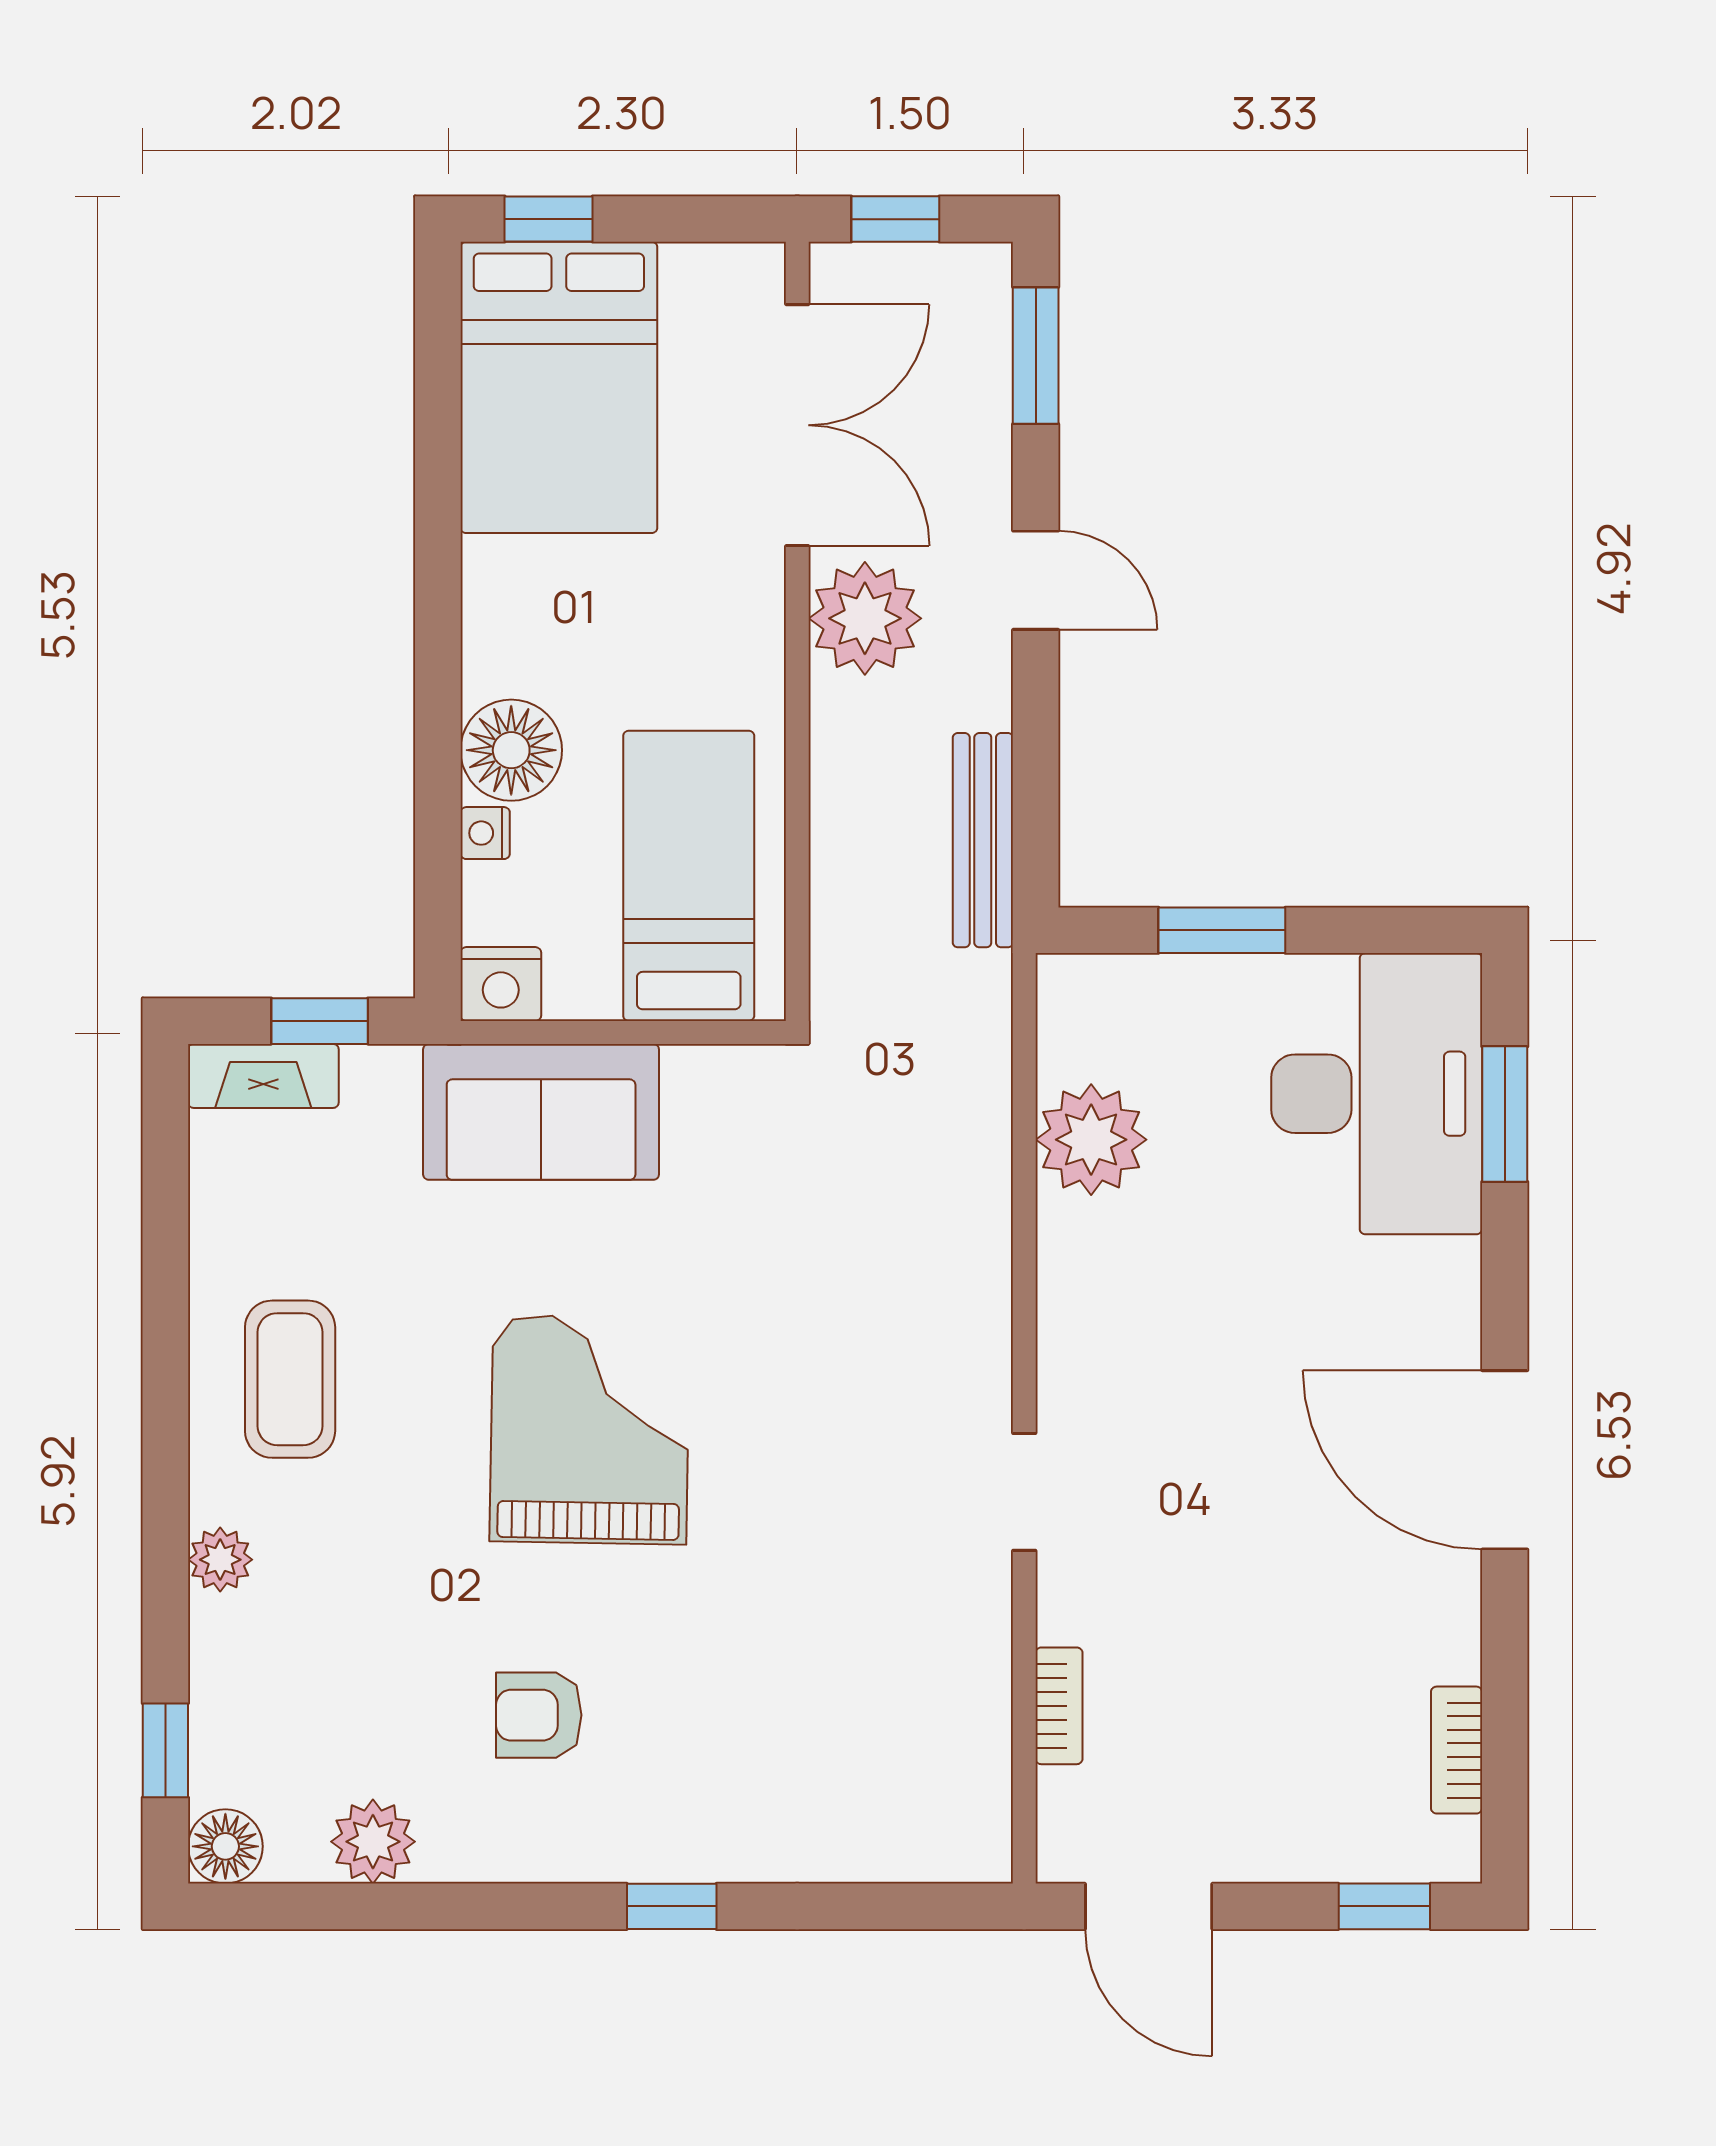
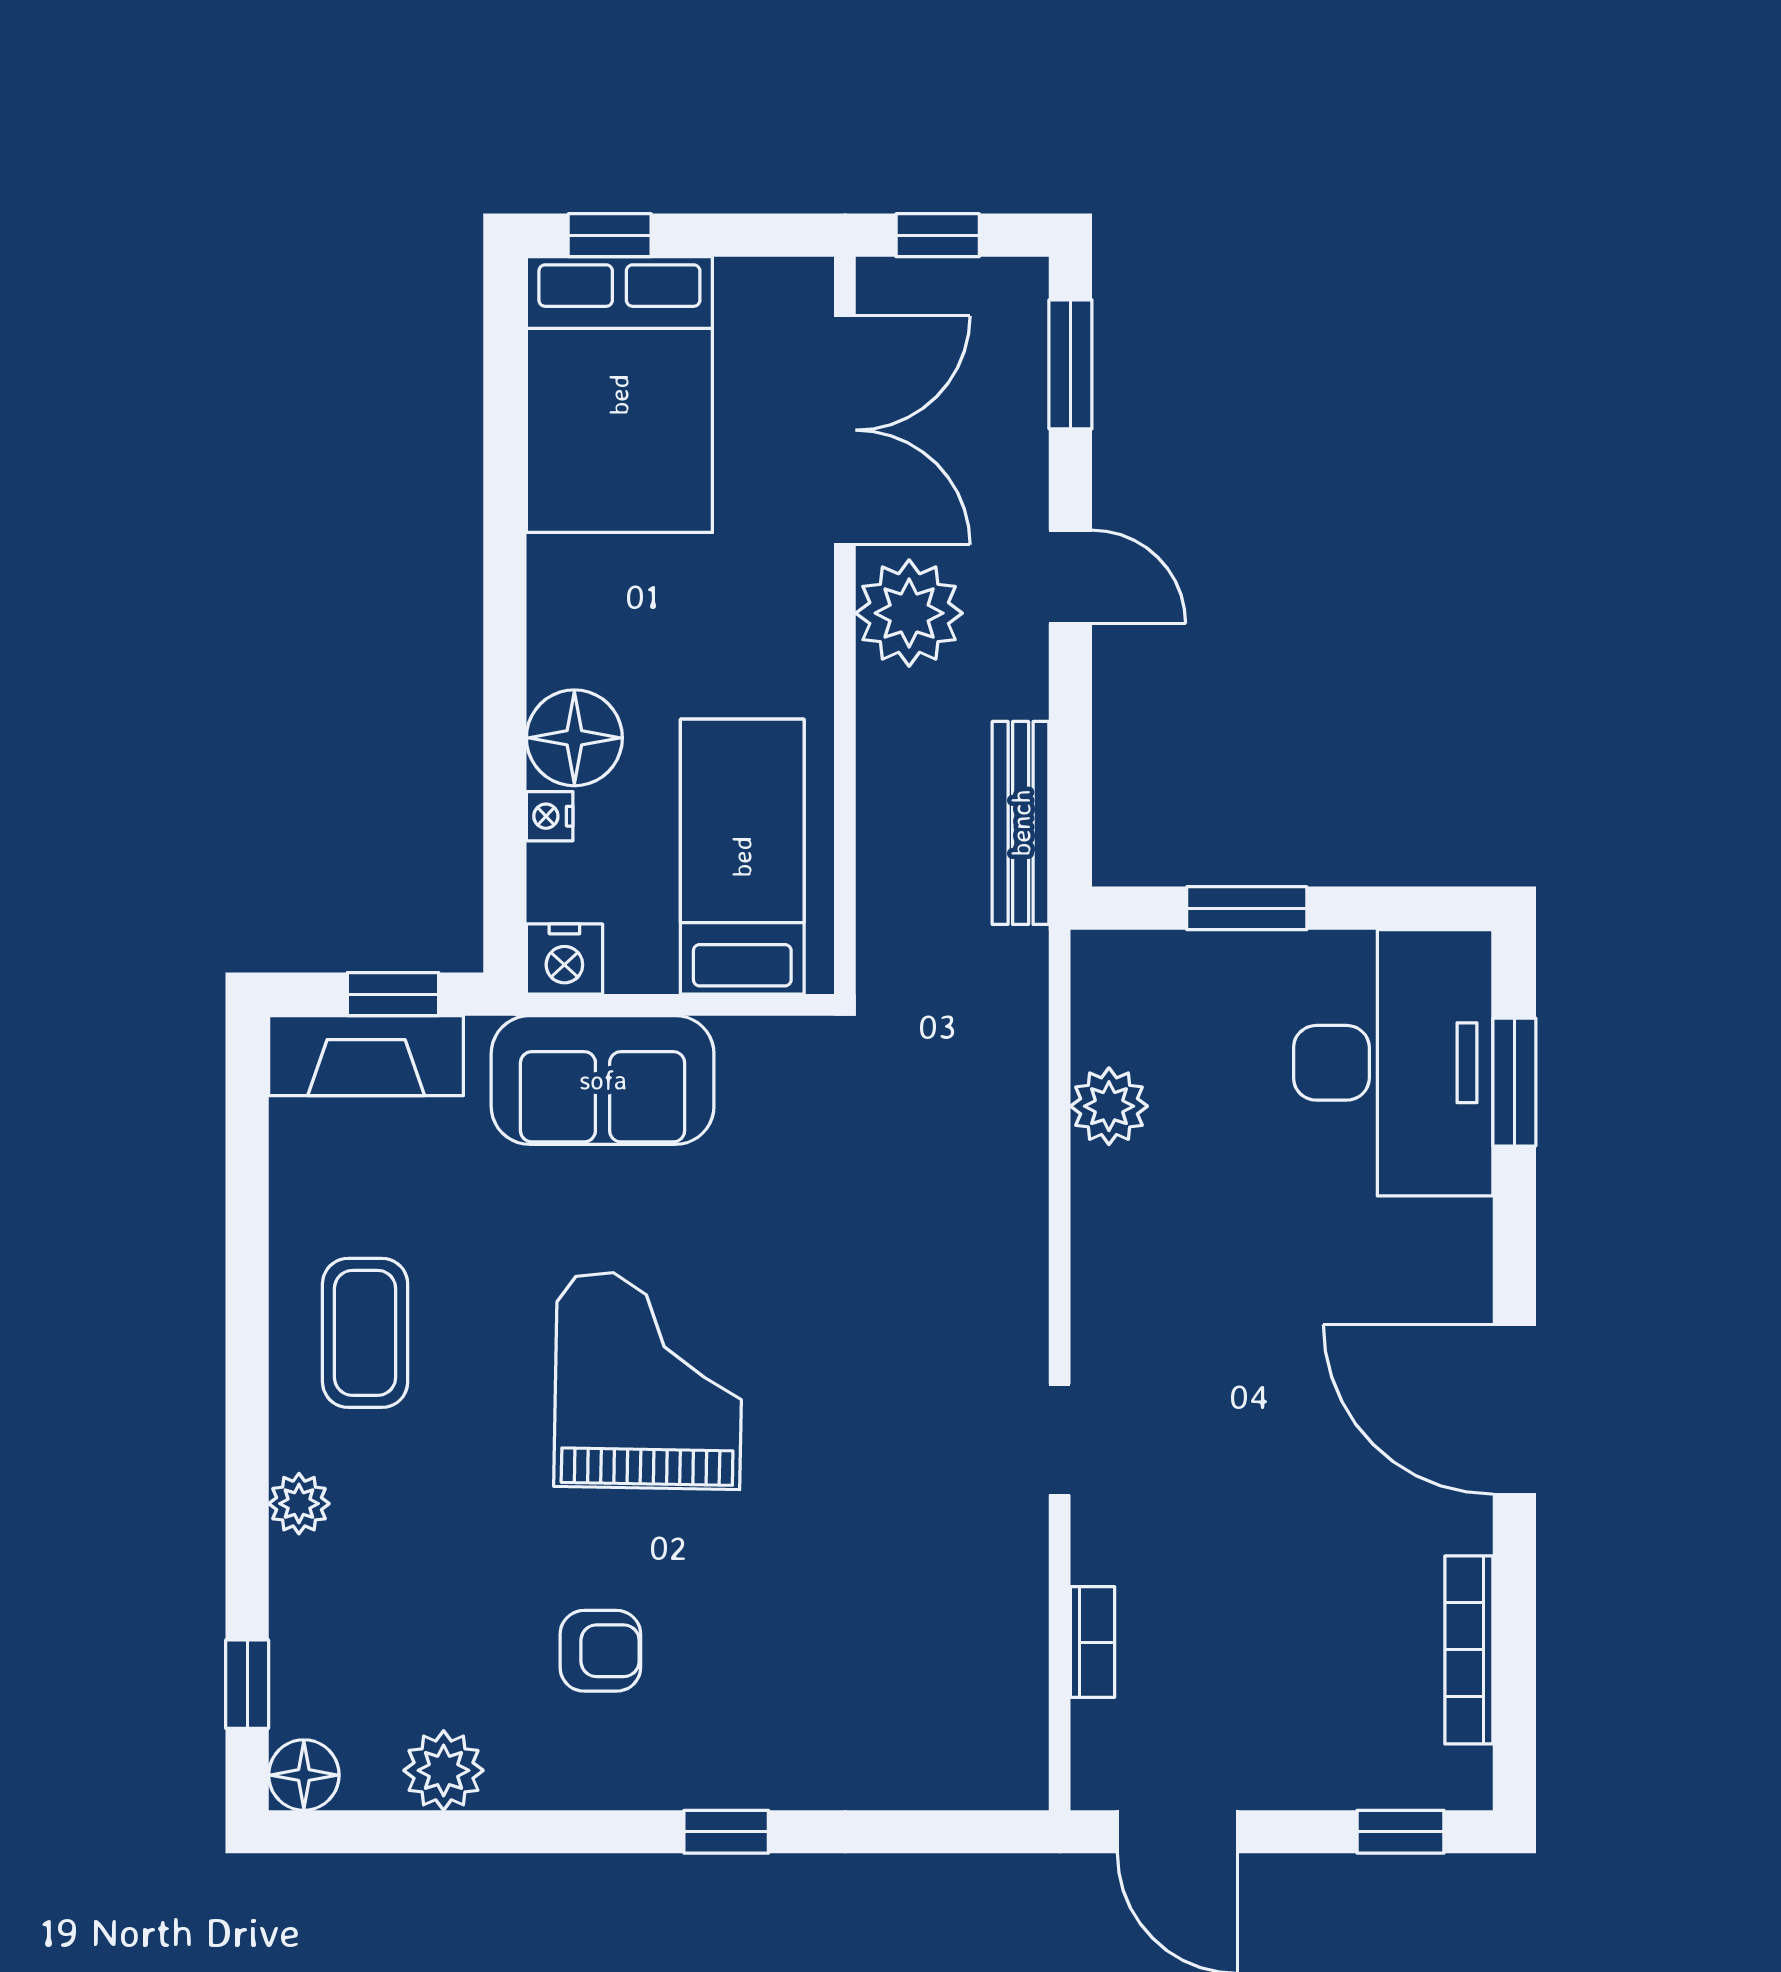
fireplace: (263, 1076) -> (366, 1056), width x1.37, depth x1.32
plant: (1091, 1140) -> (1109, 1106), width x0.73, depth x0.73
armchair: (539, 1715) -> (600, 1651), turned 180
bookcase: (1457, 1750) -> (1469, 1650), width x1.56

